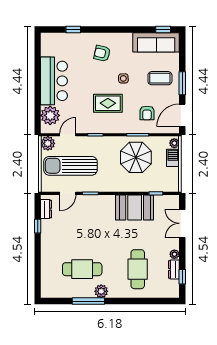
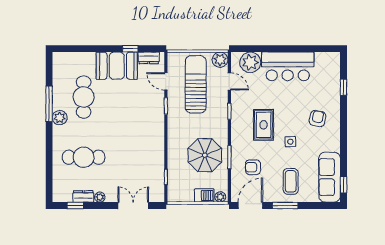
door: (182, 115) -> (250, 206), hinge flipped
booth: (135, 207) -> (117, 66), moved, turned 90

